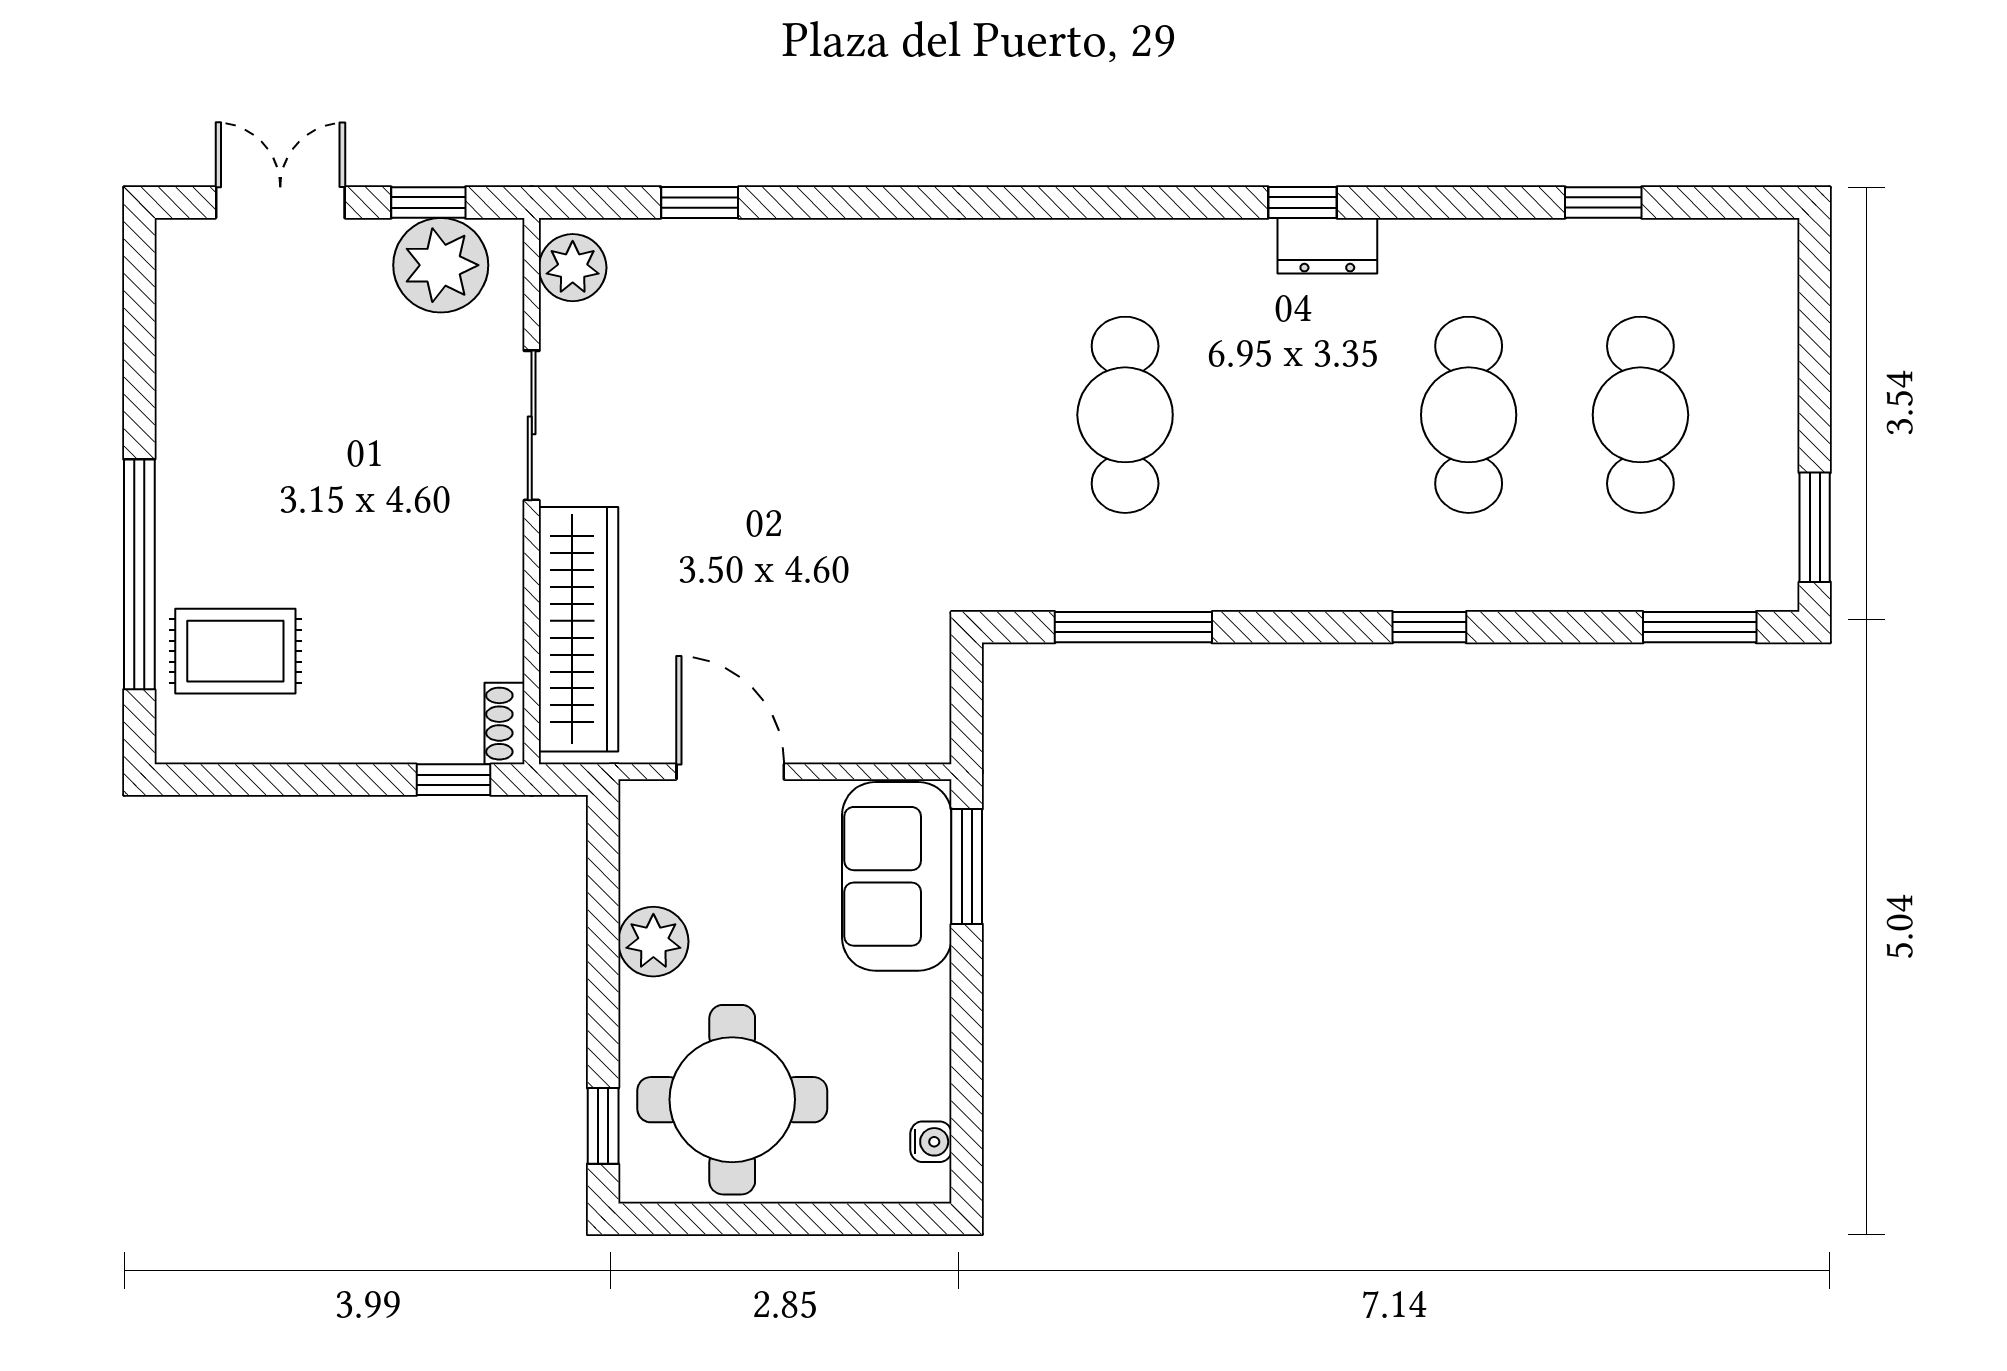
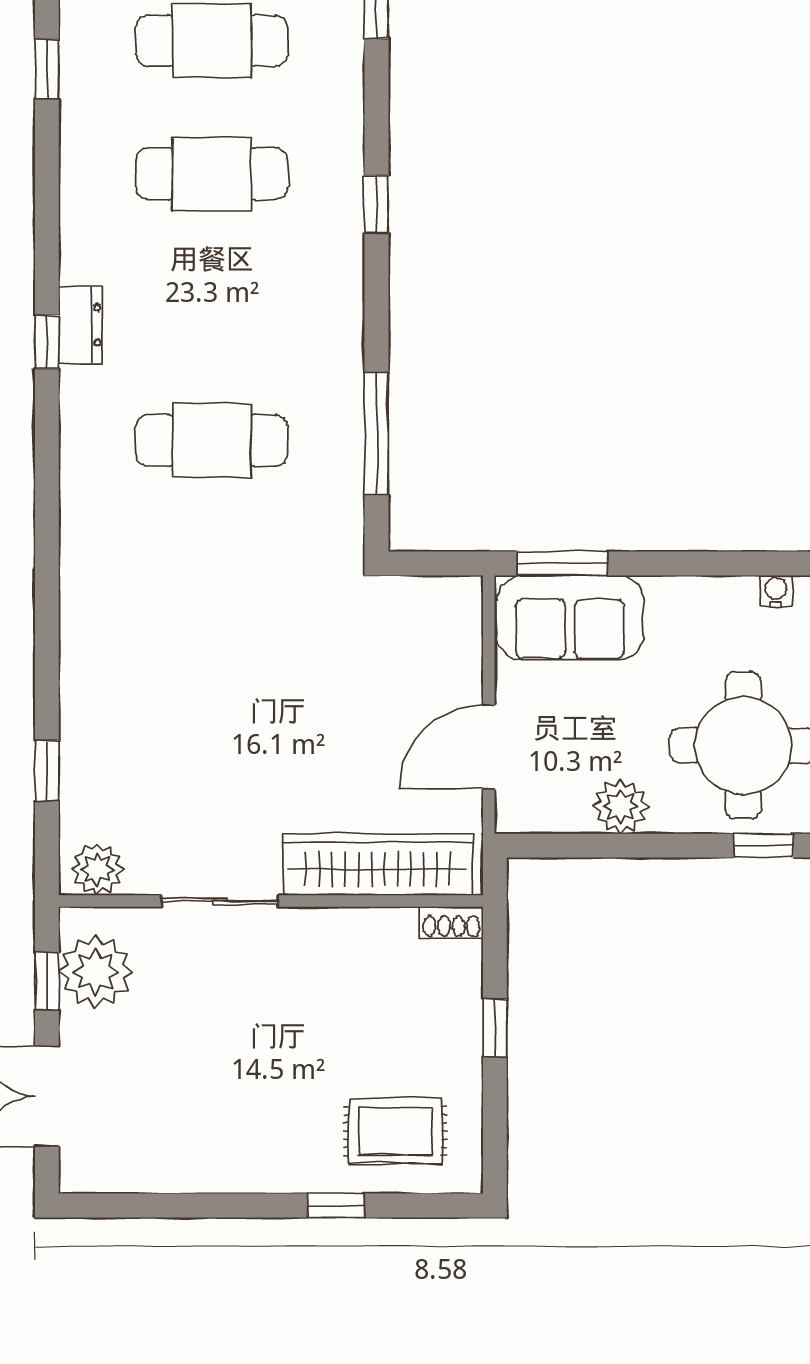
window: (1302, 203) -> (47, 342), moved
dresser: (1327, 246) -> (80, 325), moved
window: (139, 574) -> (336, 1206), width x0.32
rug: (235, 651) -> (395, 1131), turned 90
window: (453, 780) -> (495, 1028), moved

